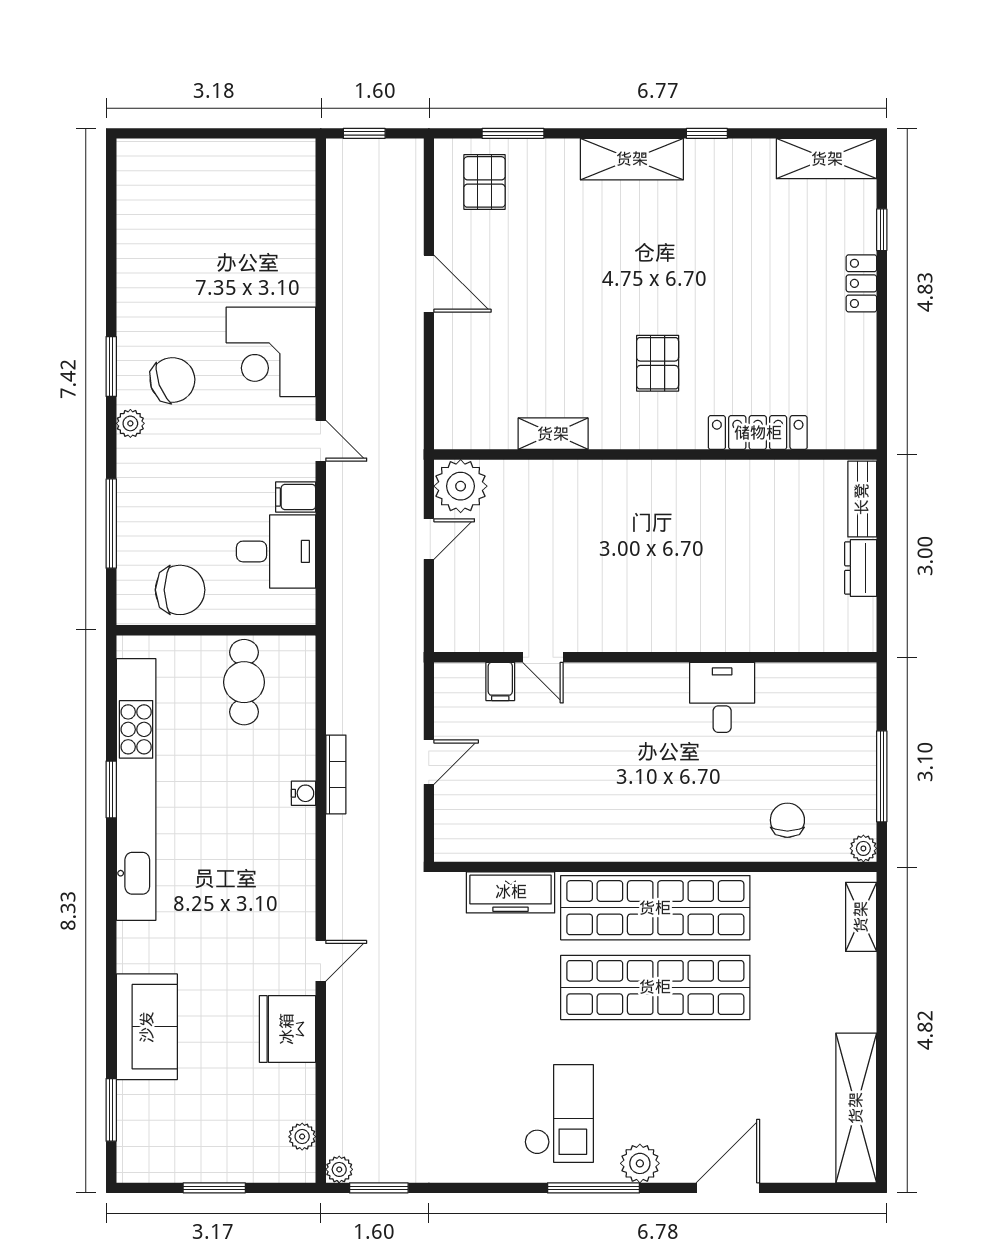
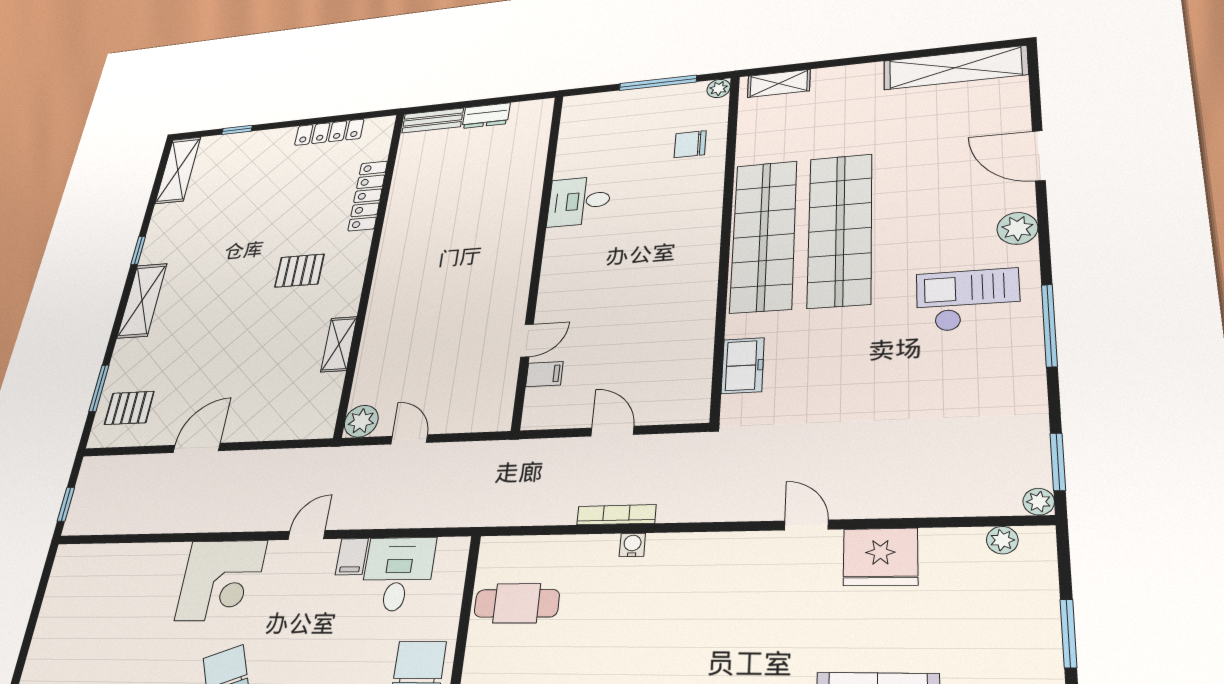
locker: (861, 283) -> (329, 132), moved, width x1.53
plant: (461, 486) -> (361, 421), width x0.73, depth x0.73
freezer: (511, 892) -> (743, 365), width x0.71
window: (593, 1188) -> (1049, 325), moved

